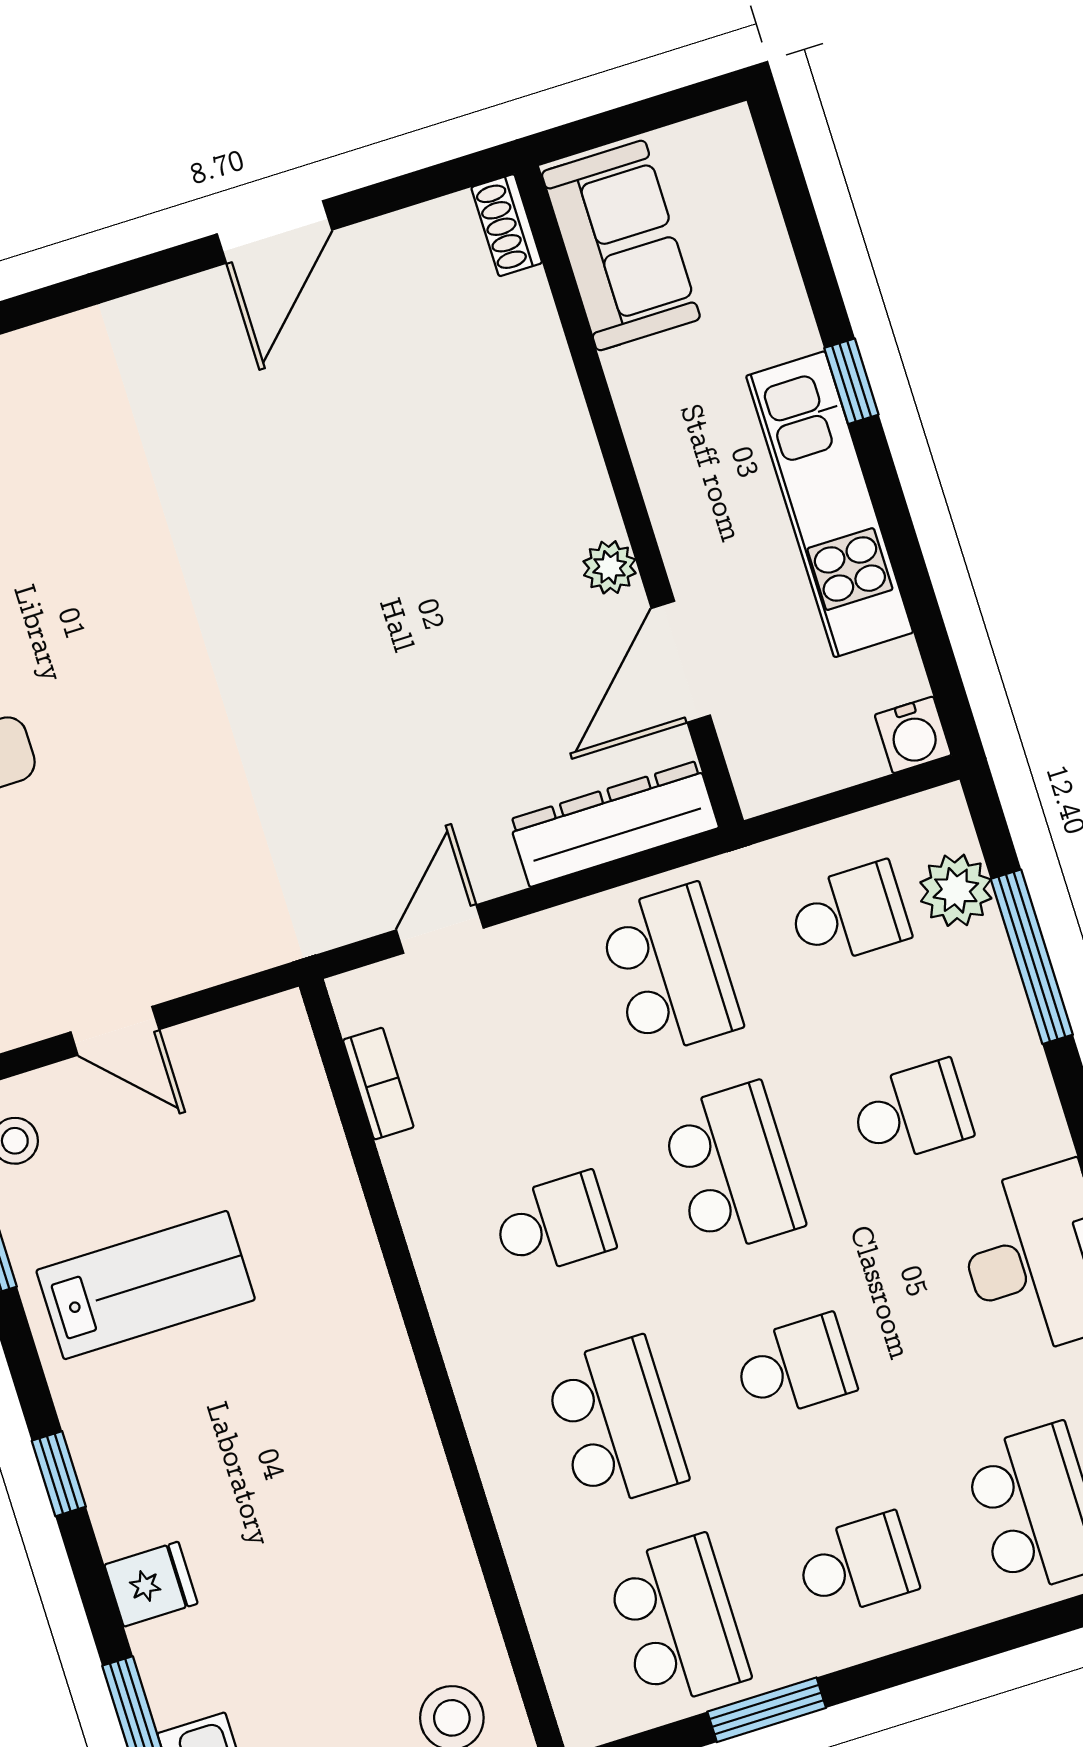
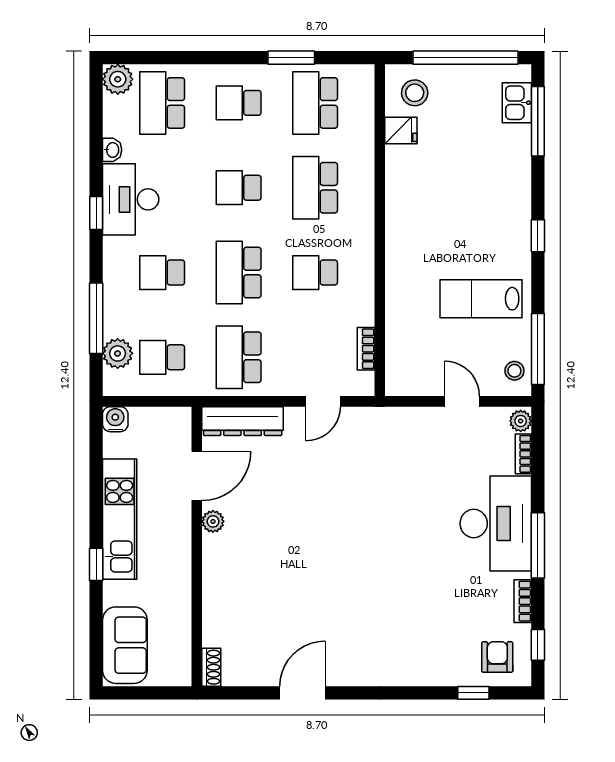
sofa: (621, 245) -> (125, 645), moved, turned 180
fridge: (151, 1584) -> (401, 131), moved, turned 180

